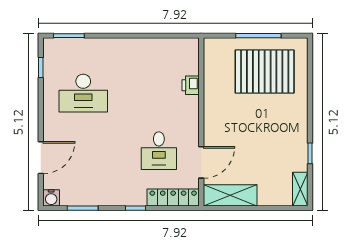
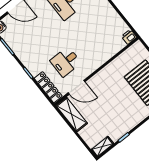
printer: (191, 85) -> (129, 37), moved

